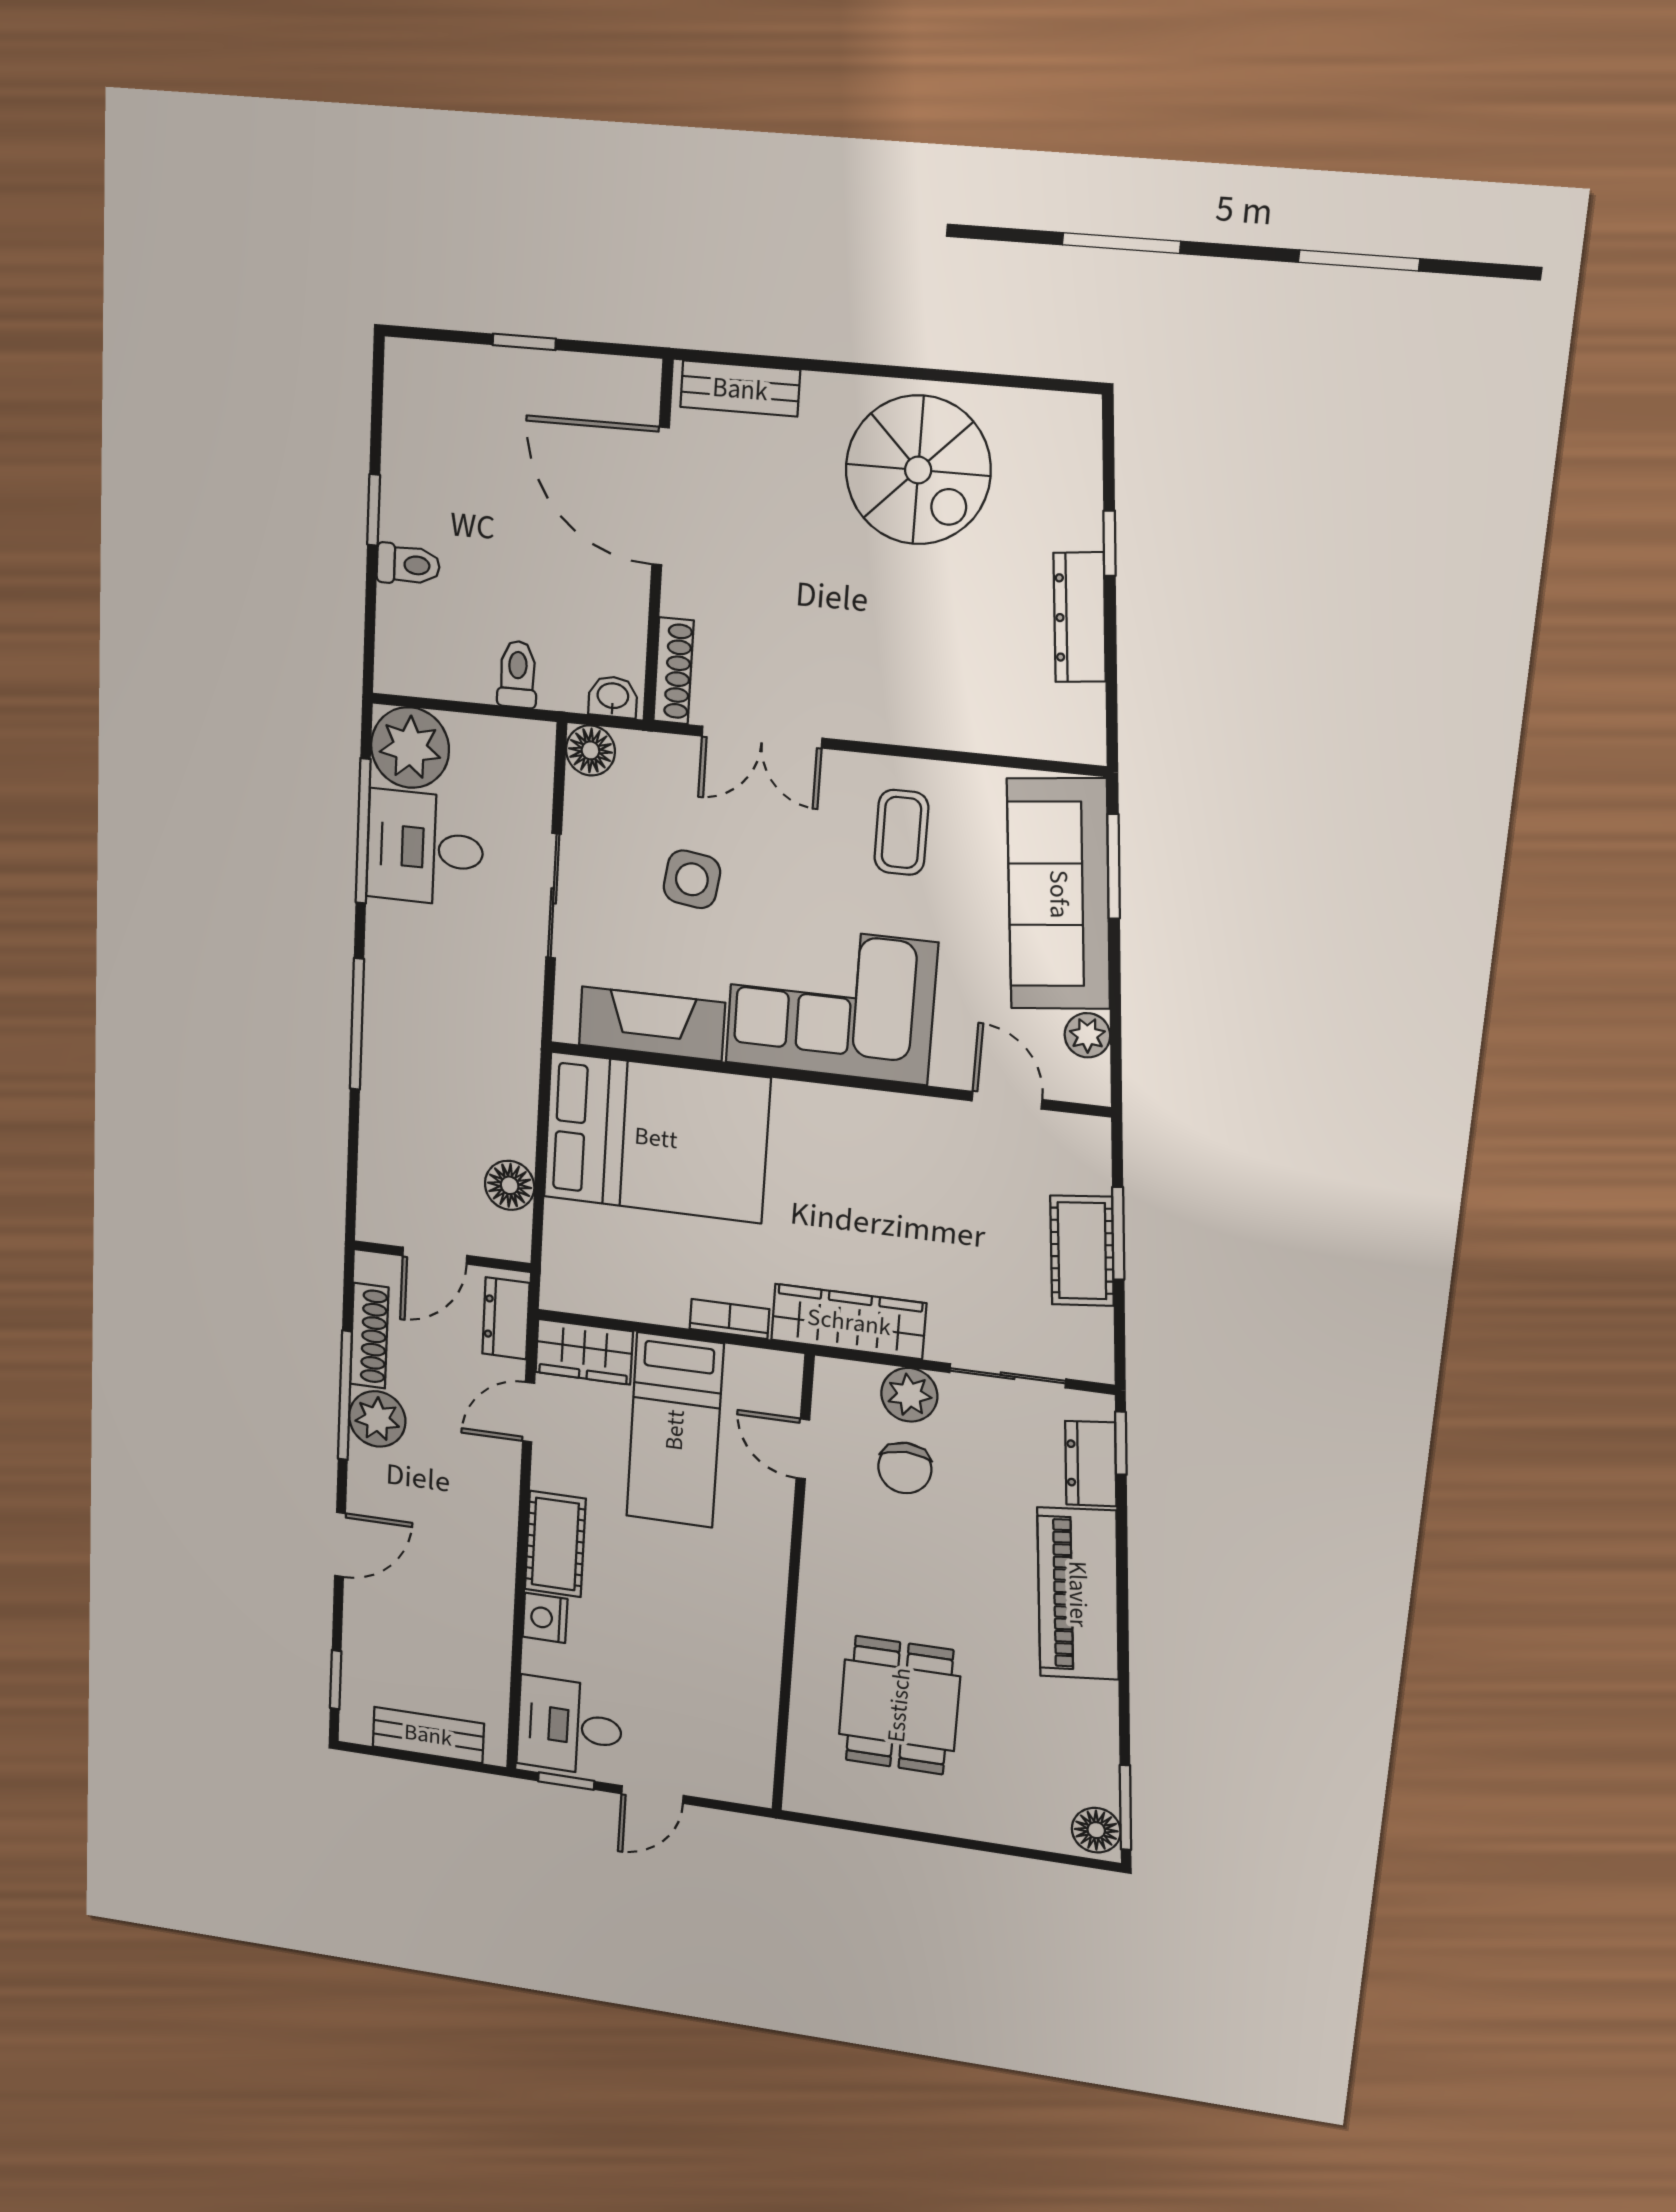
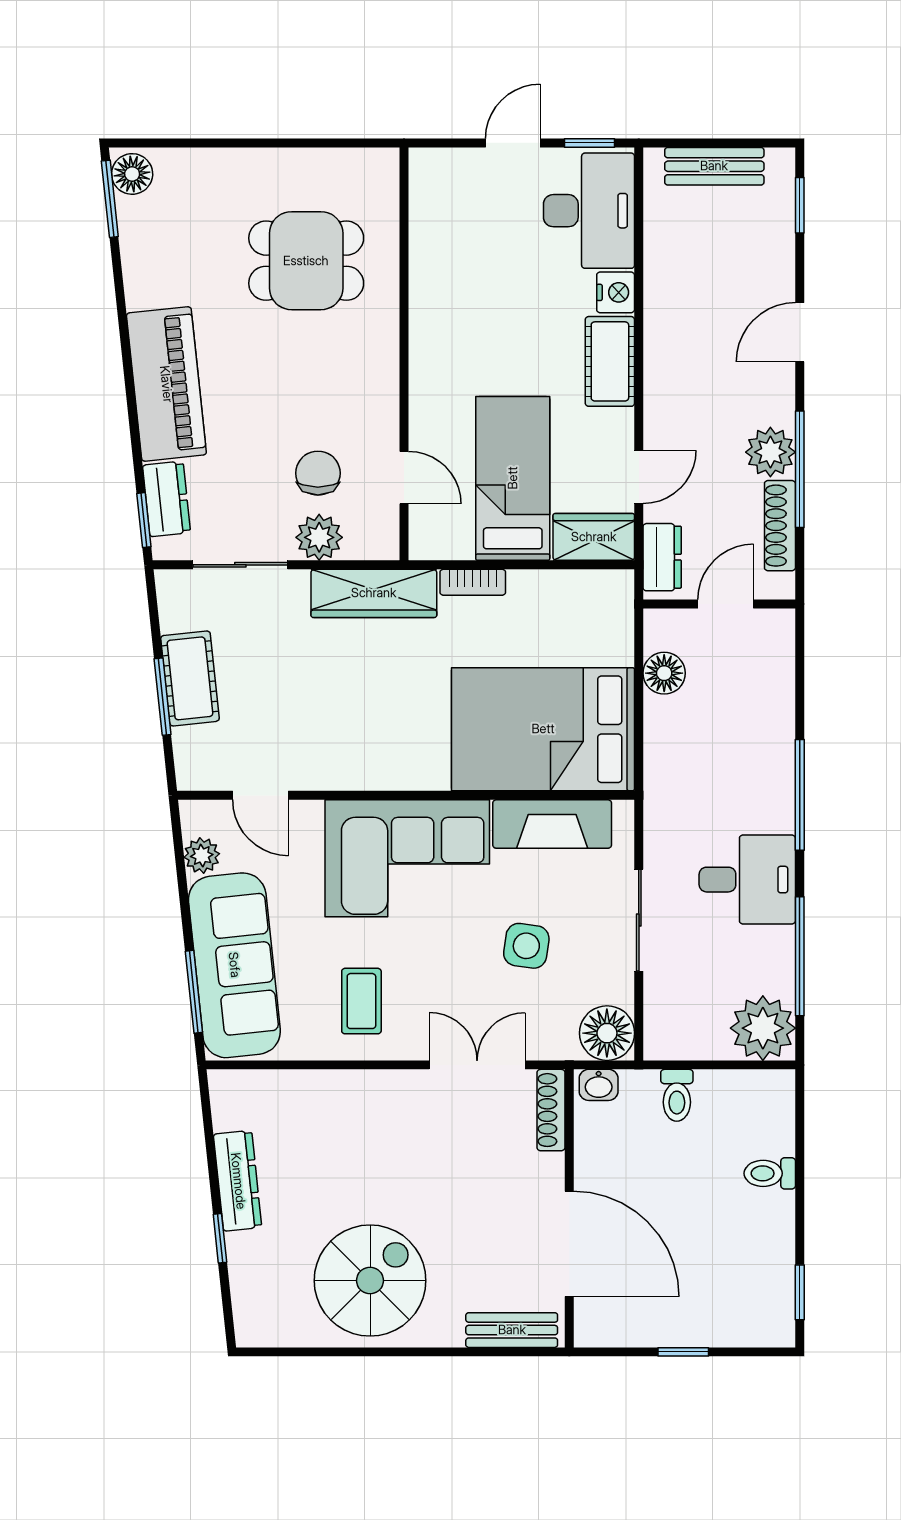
spiral stairs: (918, 470) -> (370, 1281), turned 90
window: (374, 510) -> (800, 1292), moved
floor lamp: (590, 750) -> (607, 1033), width x1.38, depth x1.38
desk: (425, 848) -> (747, 880), moved
dining table: (899, 1705) -> (306, 261), turned 90
desk: (570, 1726) -> (589, 211), width x1.37

